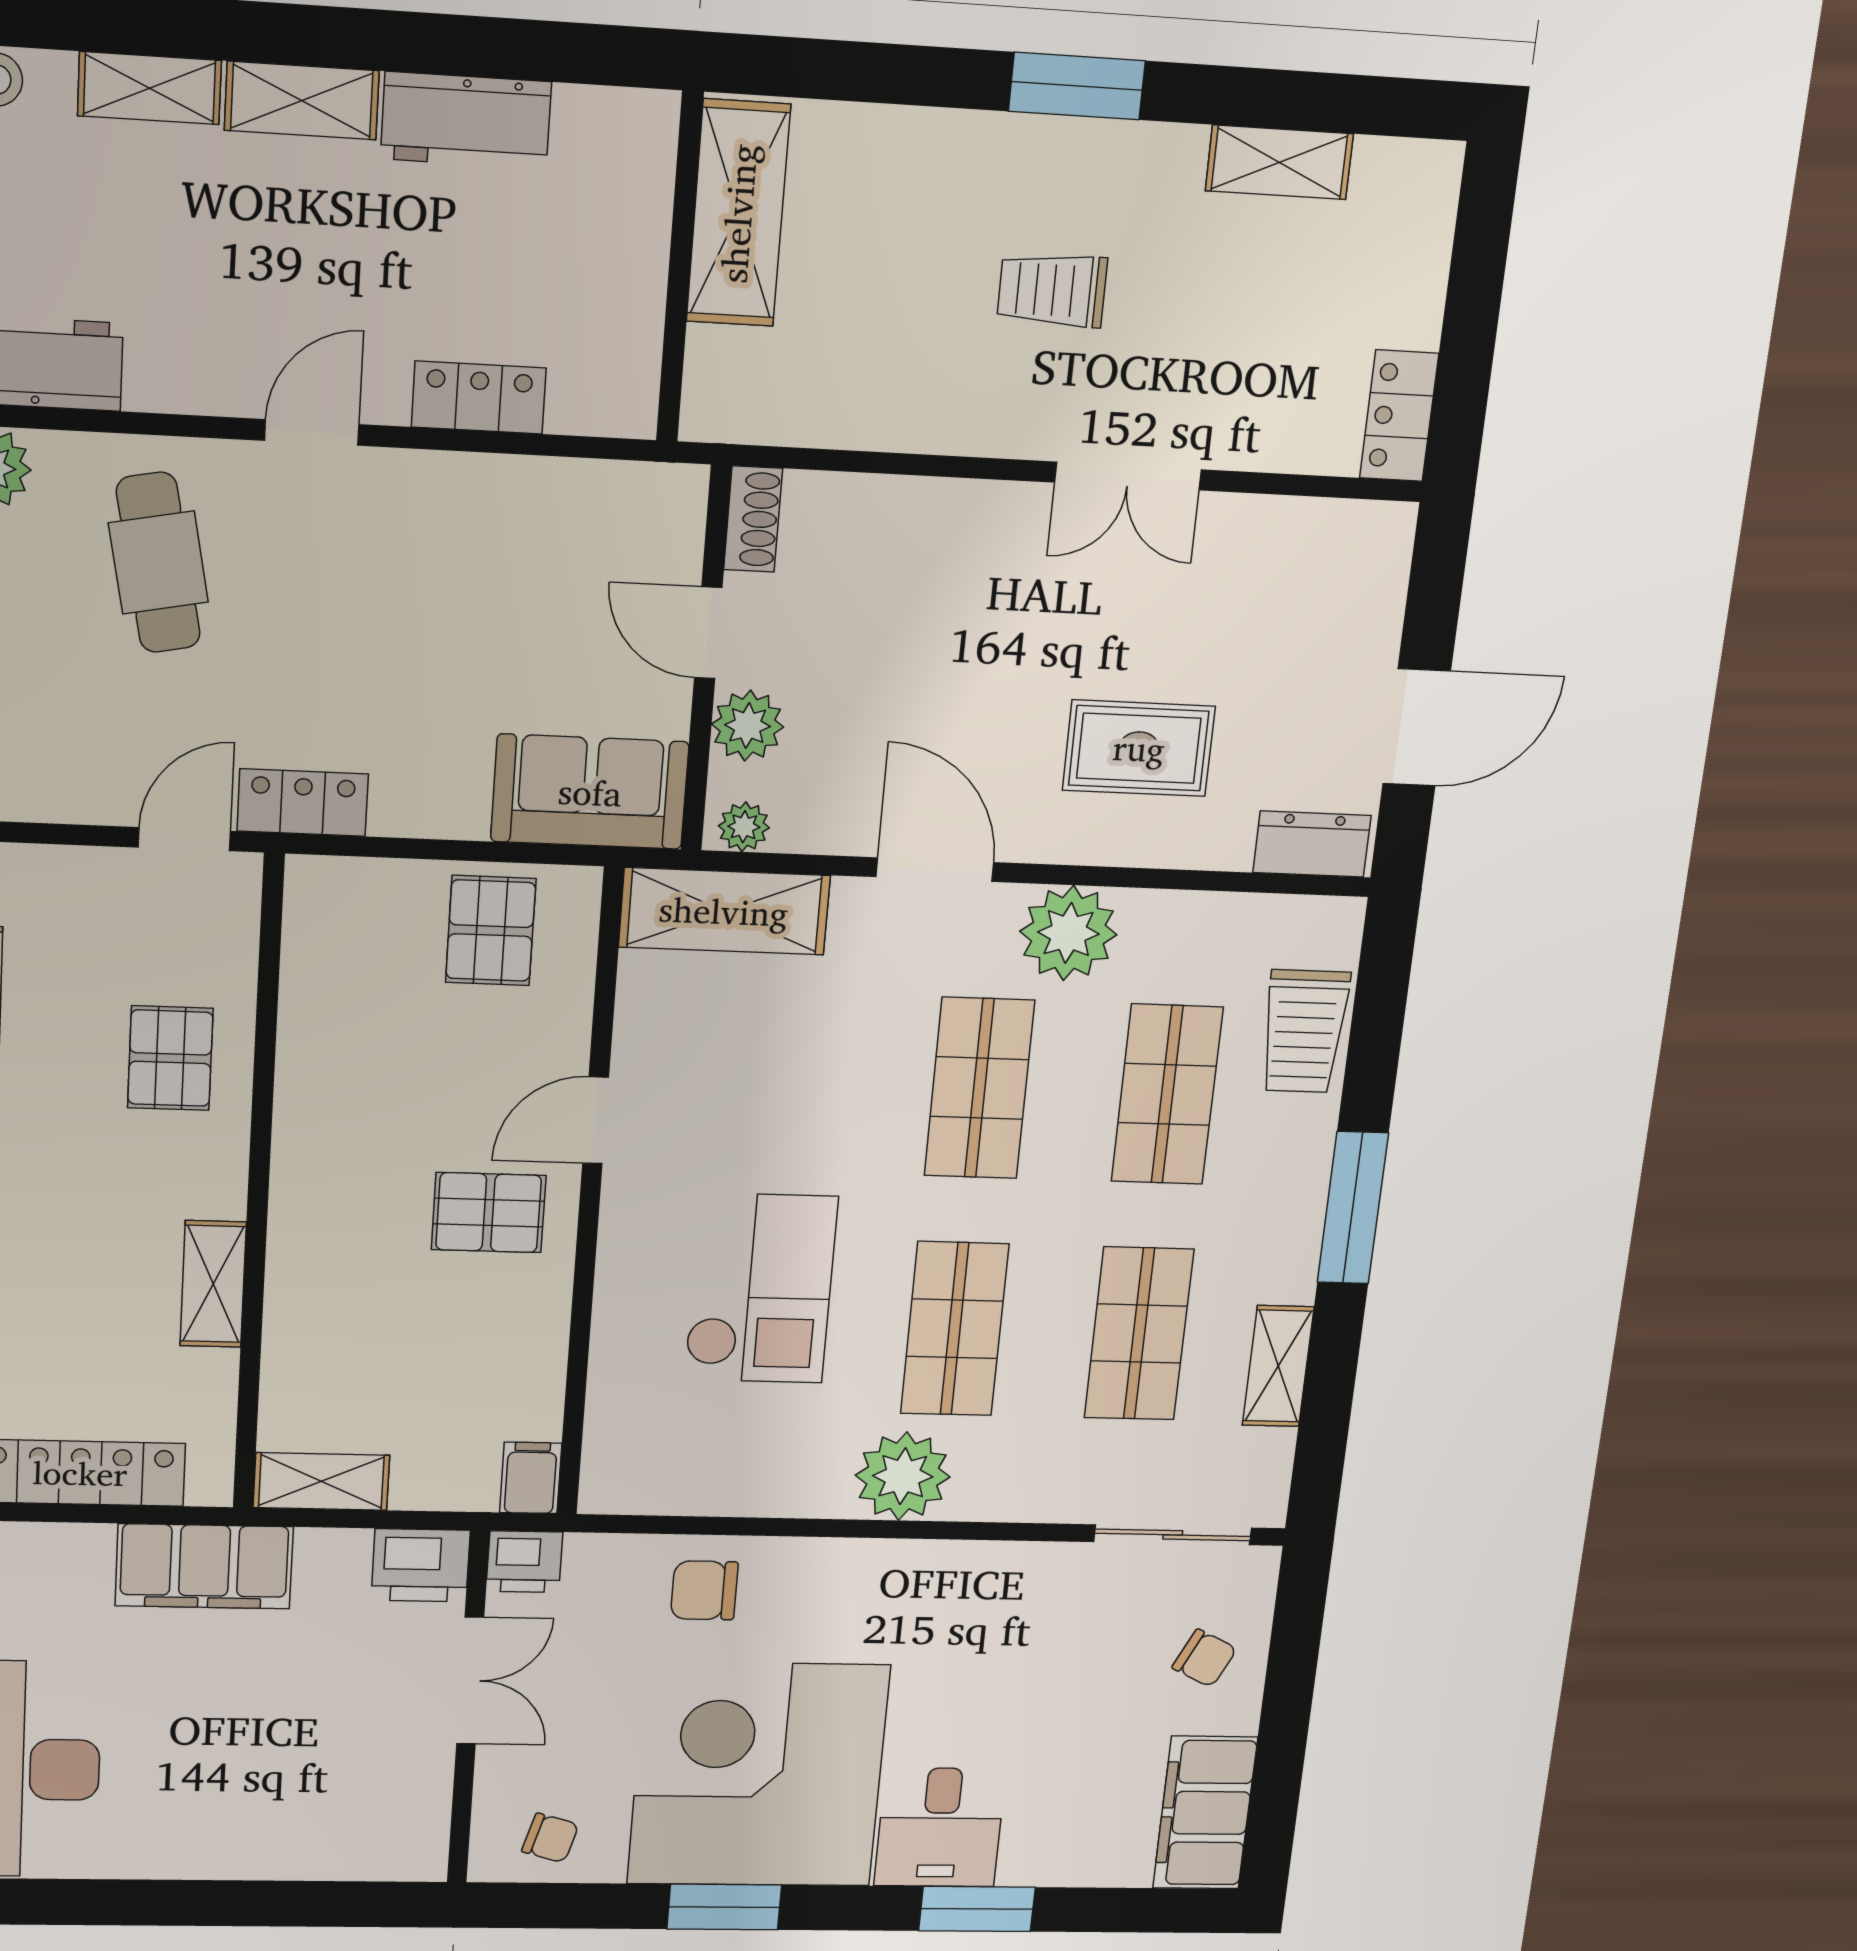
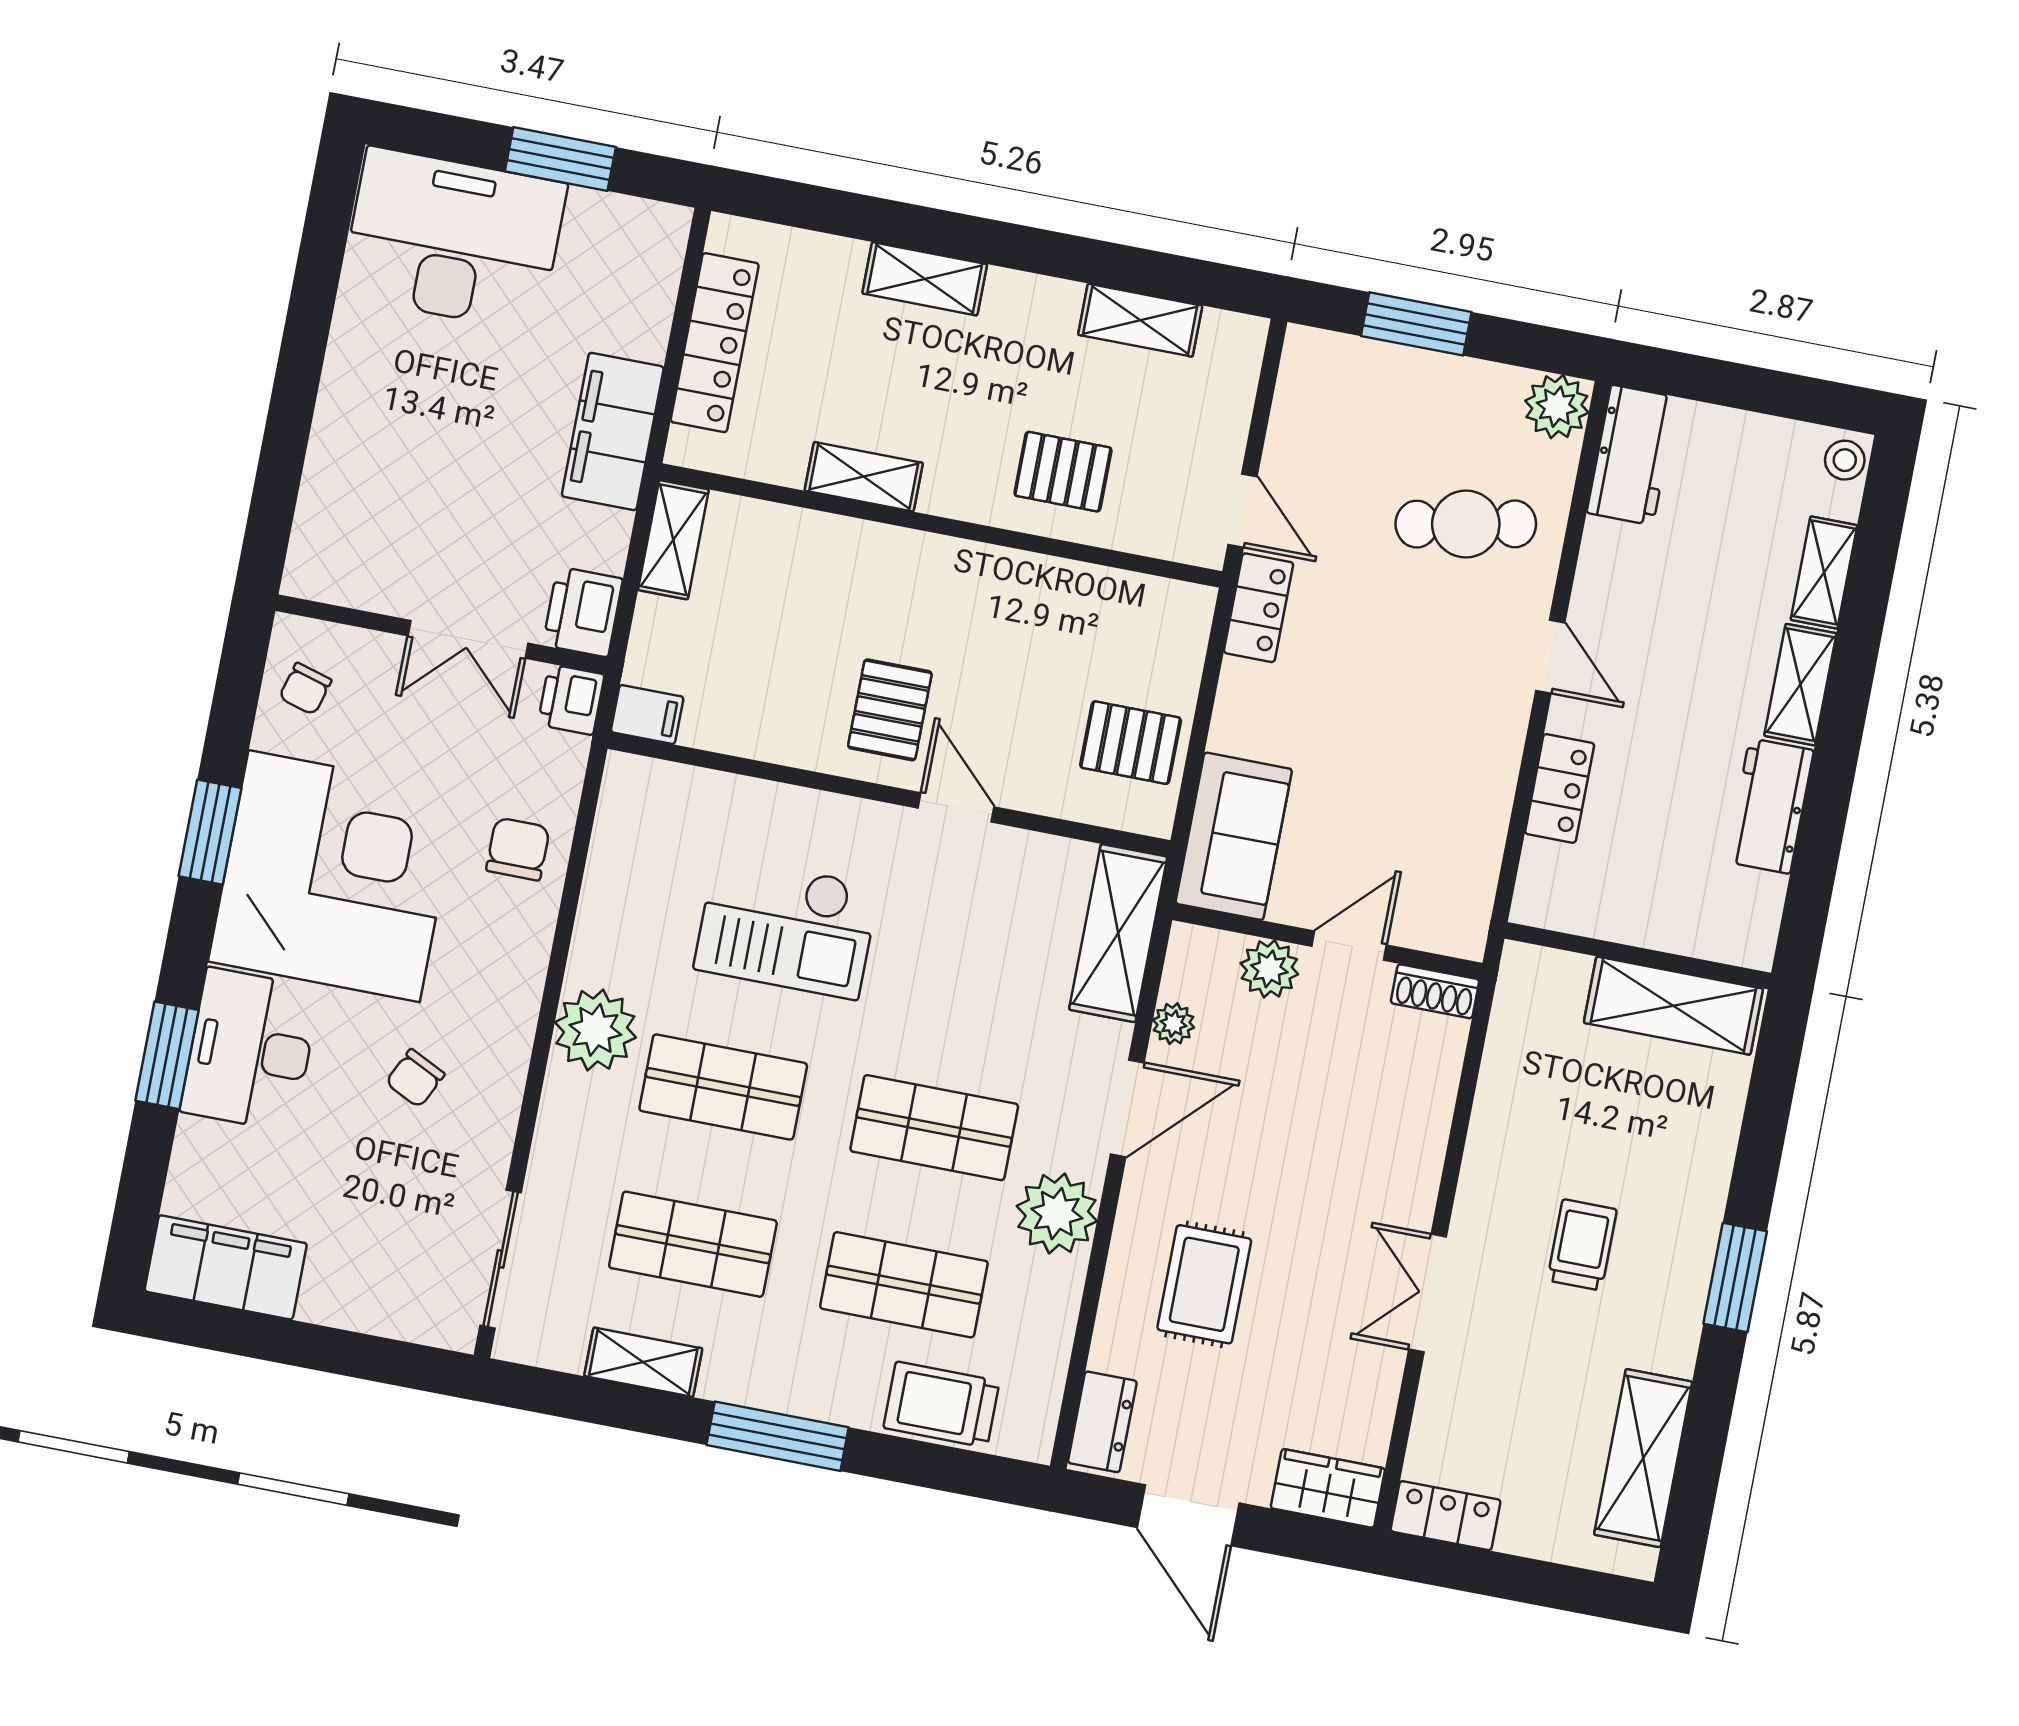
shelving: (1279, 162) -> (1643, 1458), width x1.50, depth x1.33
wardrobe: (1374, 565) -> (1328, 1488), added
plant: (744, 827) -> (1173, 1024), moved
chair: (1204, 1658) -> (415, 1078), moved
desk: (940, 1827) -> (250, 1050), width x1.37

